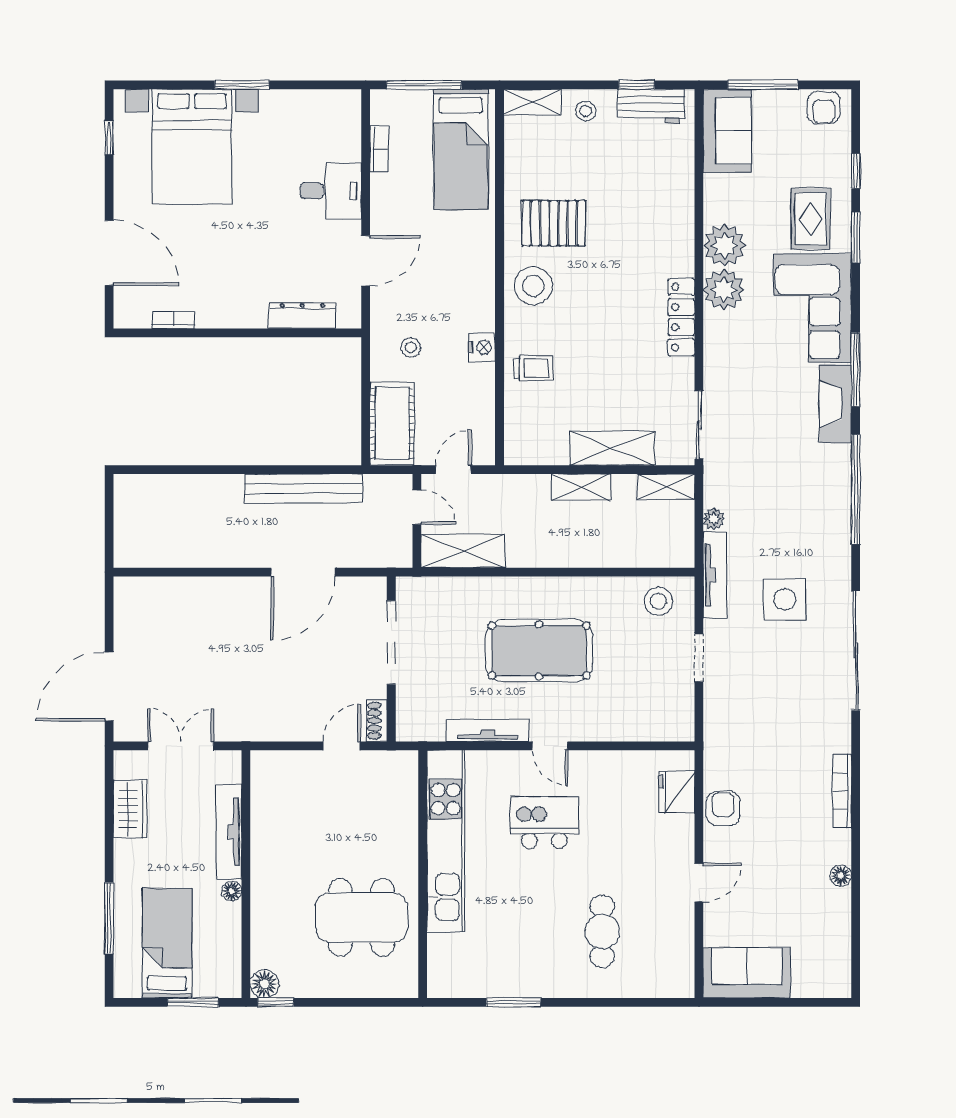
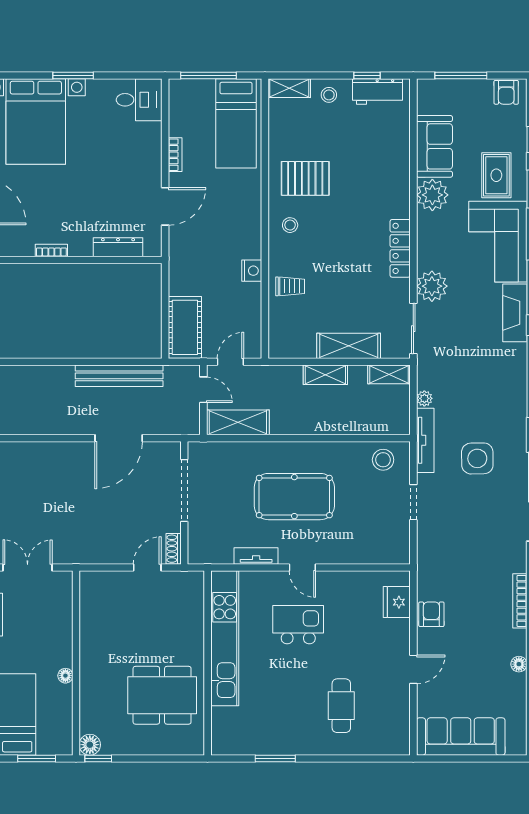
sofa: (727, 131) -> (434, 146), moved
bookcase: (379, 149) -> (175, 155), moved
desk: (331, 191) -> (139, 100), moved
stool: (533, 286) -> (290, 225), width x0.53, depth x0.53
plant: (724, 290) -> (432, 286), moved
bookcase: (173, 320) -> (51, 250), moved
stool: (411, 347) -> (199, 271), removed
tv unit: (488, 730) -> (256, 556), width x0.71
tv unit: (229, 832) -> (63, 631), removed
sofa: (747, 973) -> (461, 736), width x1.36

